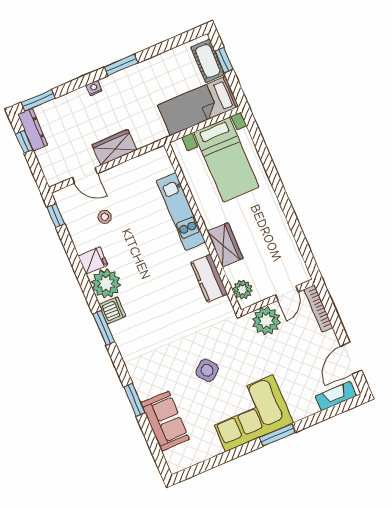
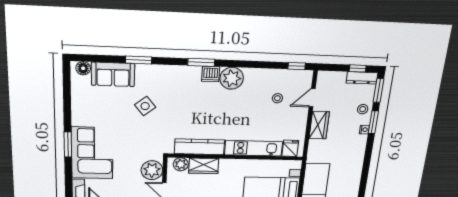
window: (121, 65) -> (373, 122), moved
stool: (70, 106) -> (363, 109), added
wardrobe: (225, 245) -> (204, 166), moved
fridge: (93, 260) -> (290, 148), moved, turned 180
kitchen counter: (209, 278) -> (199, 147), width x1.50
side table: (207, 370) -> (145, 106), moved
corner sofa: (249, 413) -> (92, 153), moved
floor lamp: (173, 457) -> (83, 68), added

